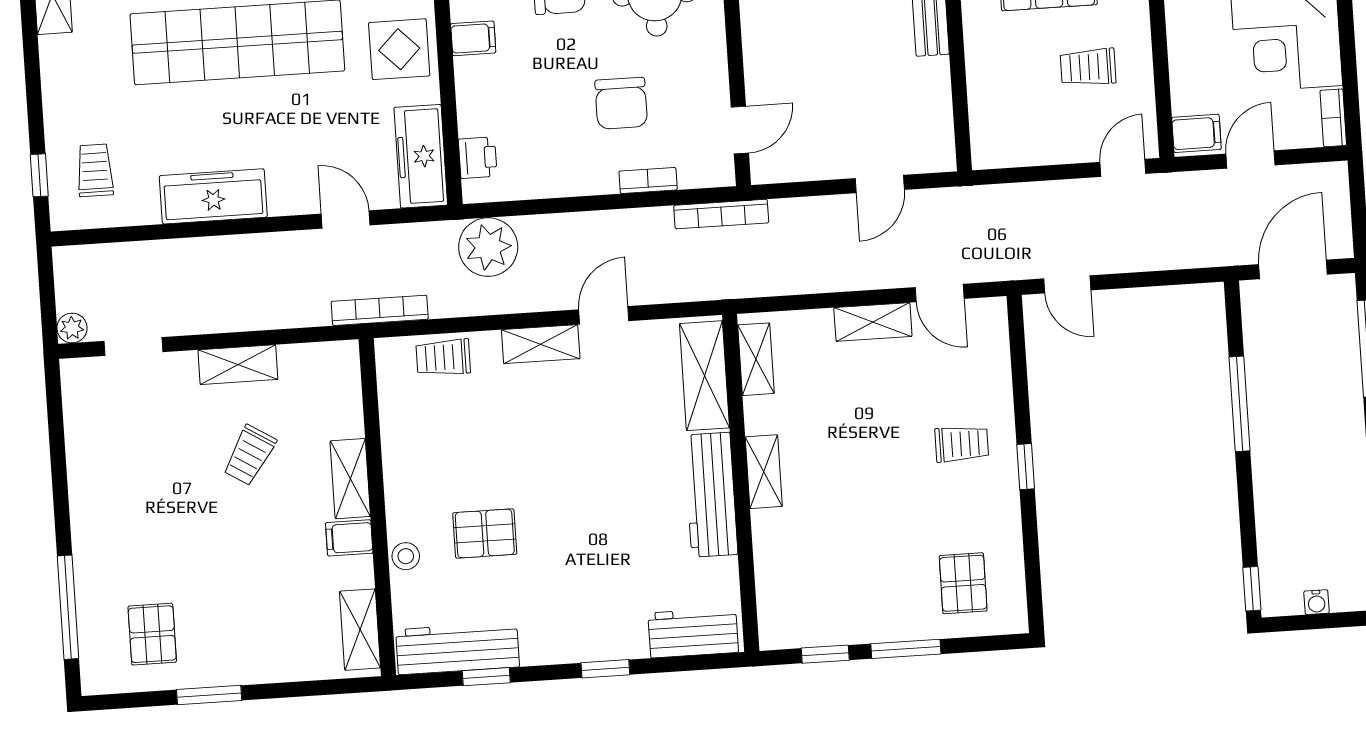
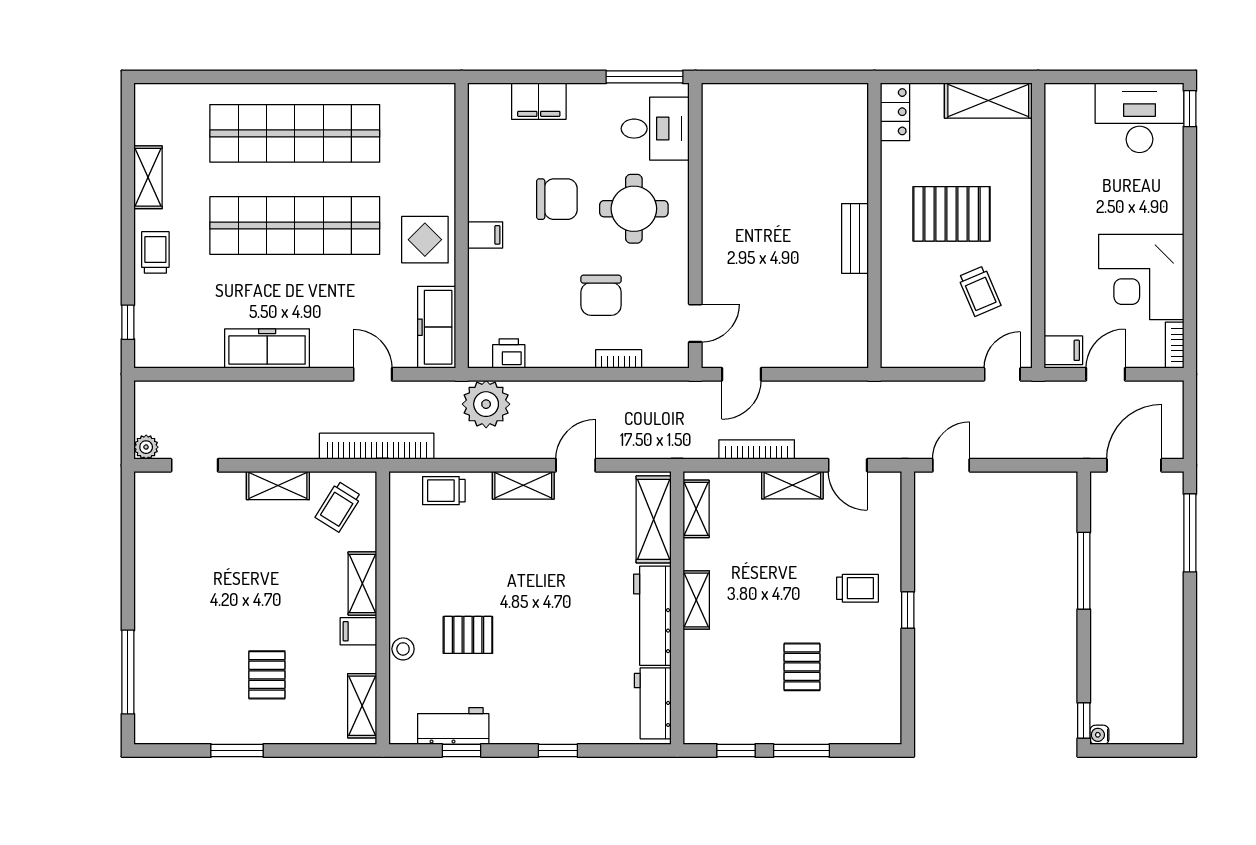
trolley: (1088, 67) -> (979, 291), turned -113
printer: (478, 158) -> (509, 354), moved, turned -90
trolley: (95, 170) -> (155, 252), moved
door: (880, 184) -> (741, 374), moved
bookcase: (721, 214) -> (757, 450), moved, turned 180
door: (1067, 284) -> (951, 465), swing flipped
bookcase: (380, 310) -> (377, 446), width x1.48, depth x1.31
trolley: (249, 455) -> (338, 507), moved
pallet: (963, 583) -> (802, 667), moved
water cooler: (1317, 602) -> (1099, 735), moved, turned 90
workbench: (693, 633) -> (653, 703), moved, turned -90
pallet: (152, 634) -> (267, 675), moved
workbench: (458, 648) -> (453, 726), width x0.73

